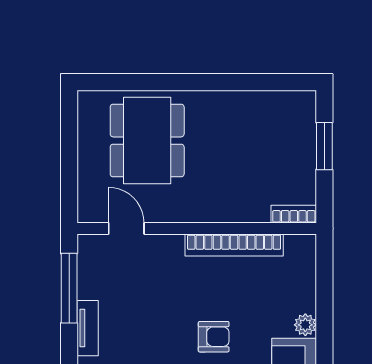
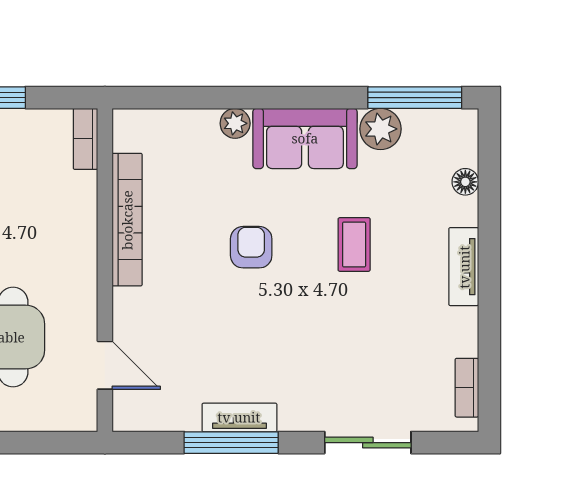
door: (126, 228) -> (105, 365), swing flipped
window: (69, 288) -> (231, 443), moved

